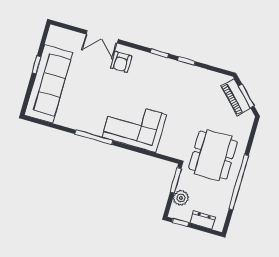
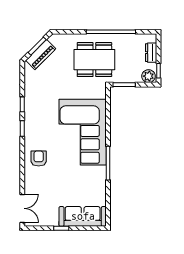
double door: (102, 37) -> (22, 208), moved
armchair: (121, 62) -> (39, 159), turned -90
sofa: (49, 84) -> (83, 216), width x0.74, depth x0.79
corner sofa: (134, 126) -> (83, 132), width x1.36, depth x1.36
plant: (181, 198) -> (149, 76), moved

